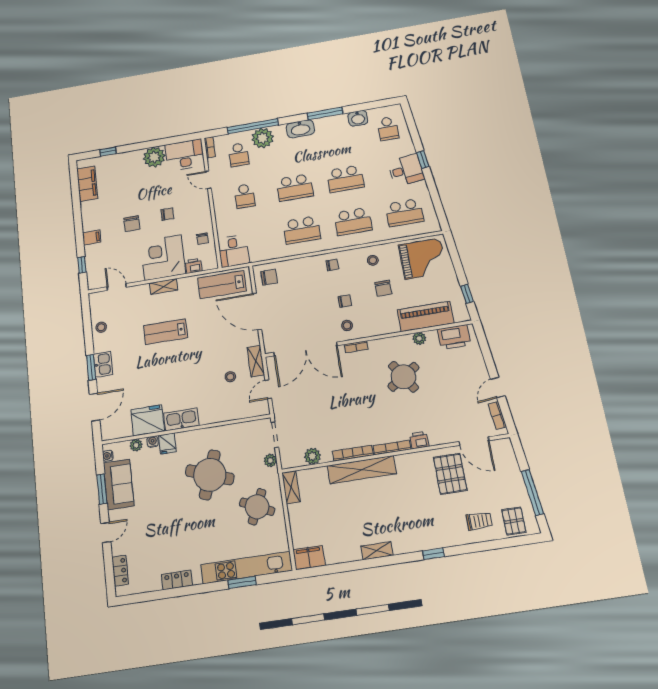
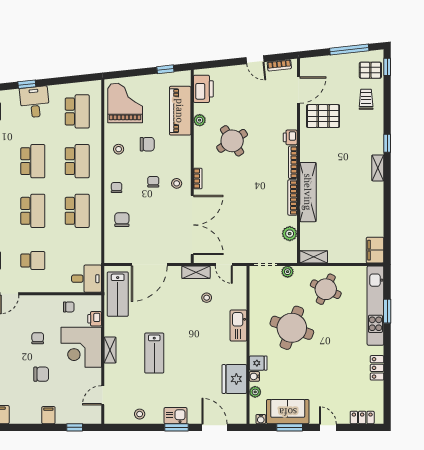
chair: (269, 277) -> (122, 220), moved
kitchen sink: (181, 419) -> (238, 326), moved
window: (522, 540) -> (387, 67), added
shelving: (377, 551) -> (378, 168), moved

